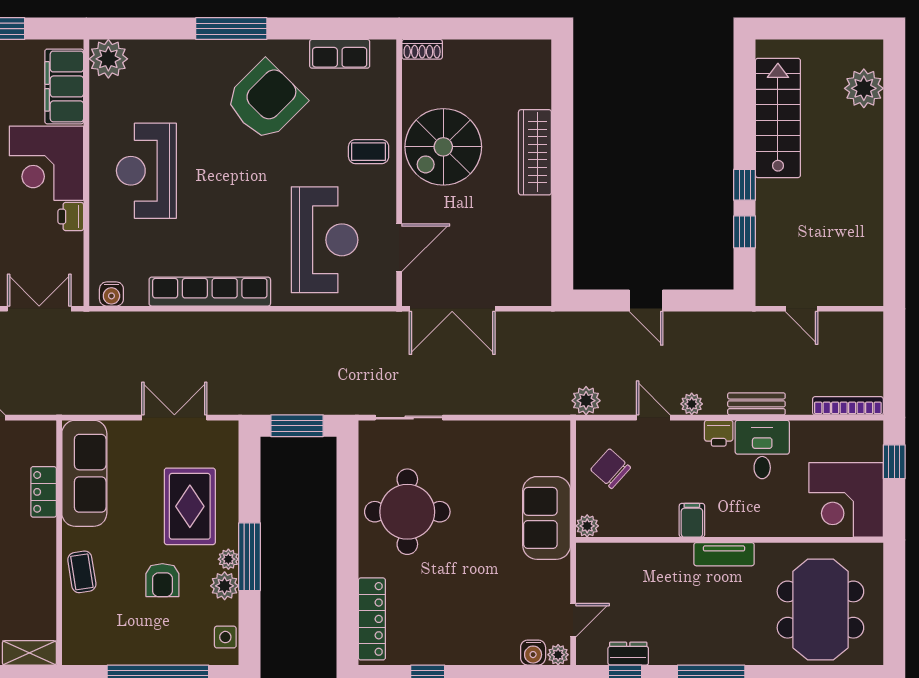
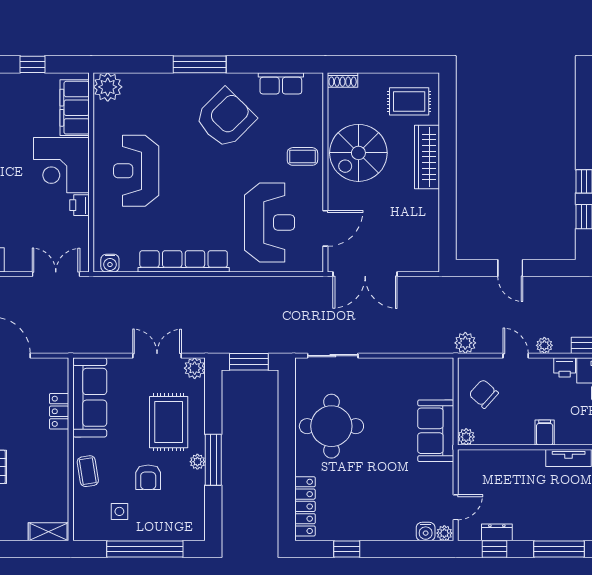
rug: (511, 78) -> (409, 101), added
plant: (225, 586) -> (195, 368), moved
side table: (225, 637) -> (119, 511), moved

